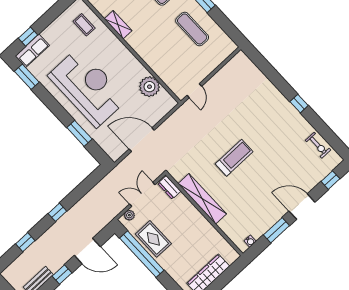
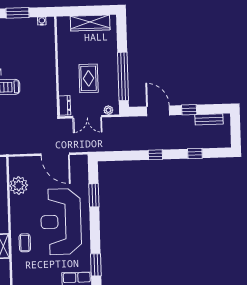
coffee table: (84, 25) -> (25, 243), moved
shelving: (202, 199) -> (49, 78), removed
rug: (153, 239) -> (89, 78), moved

